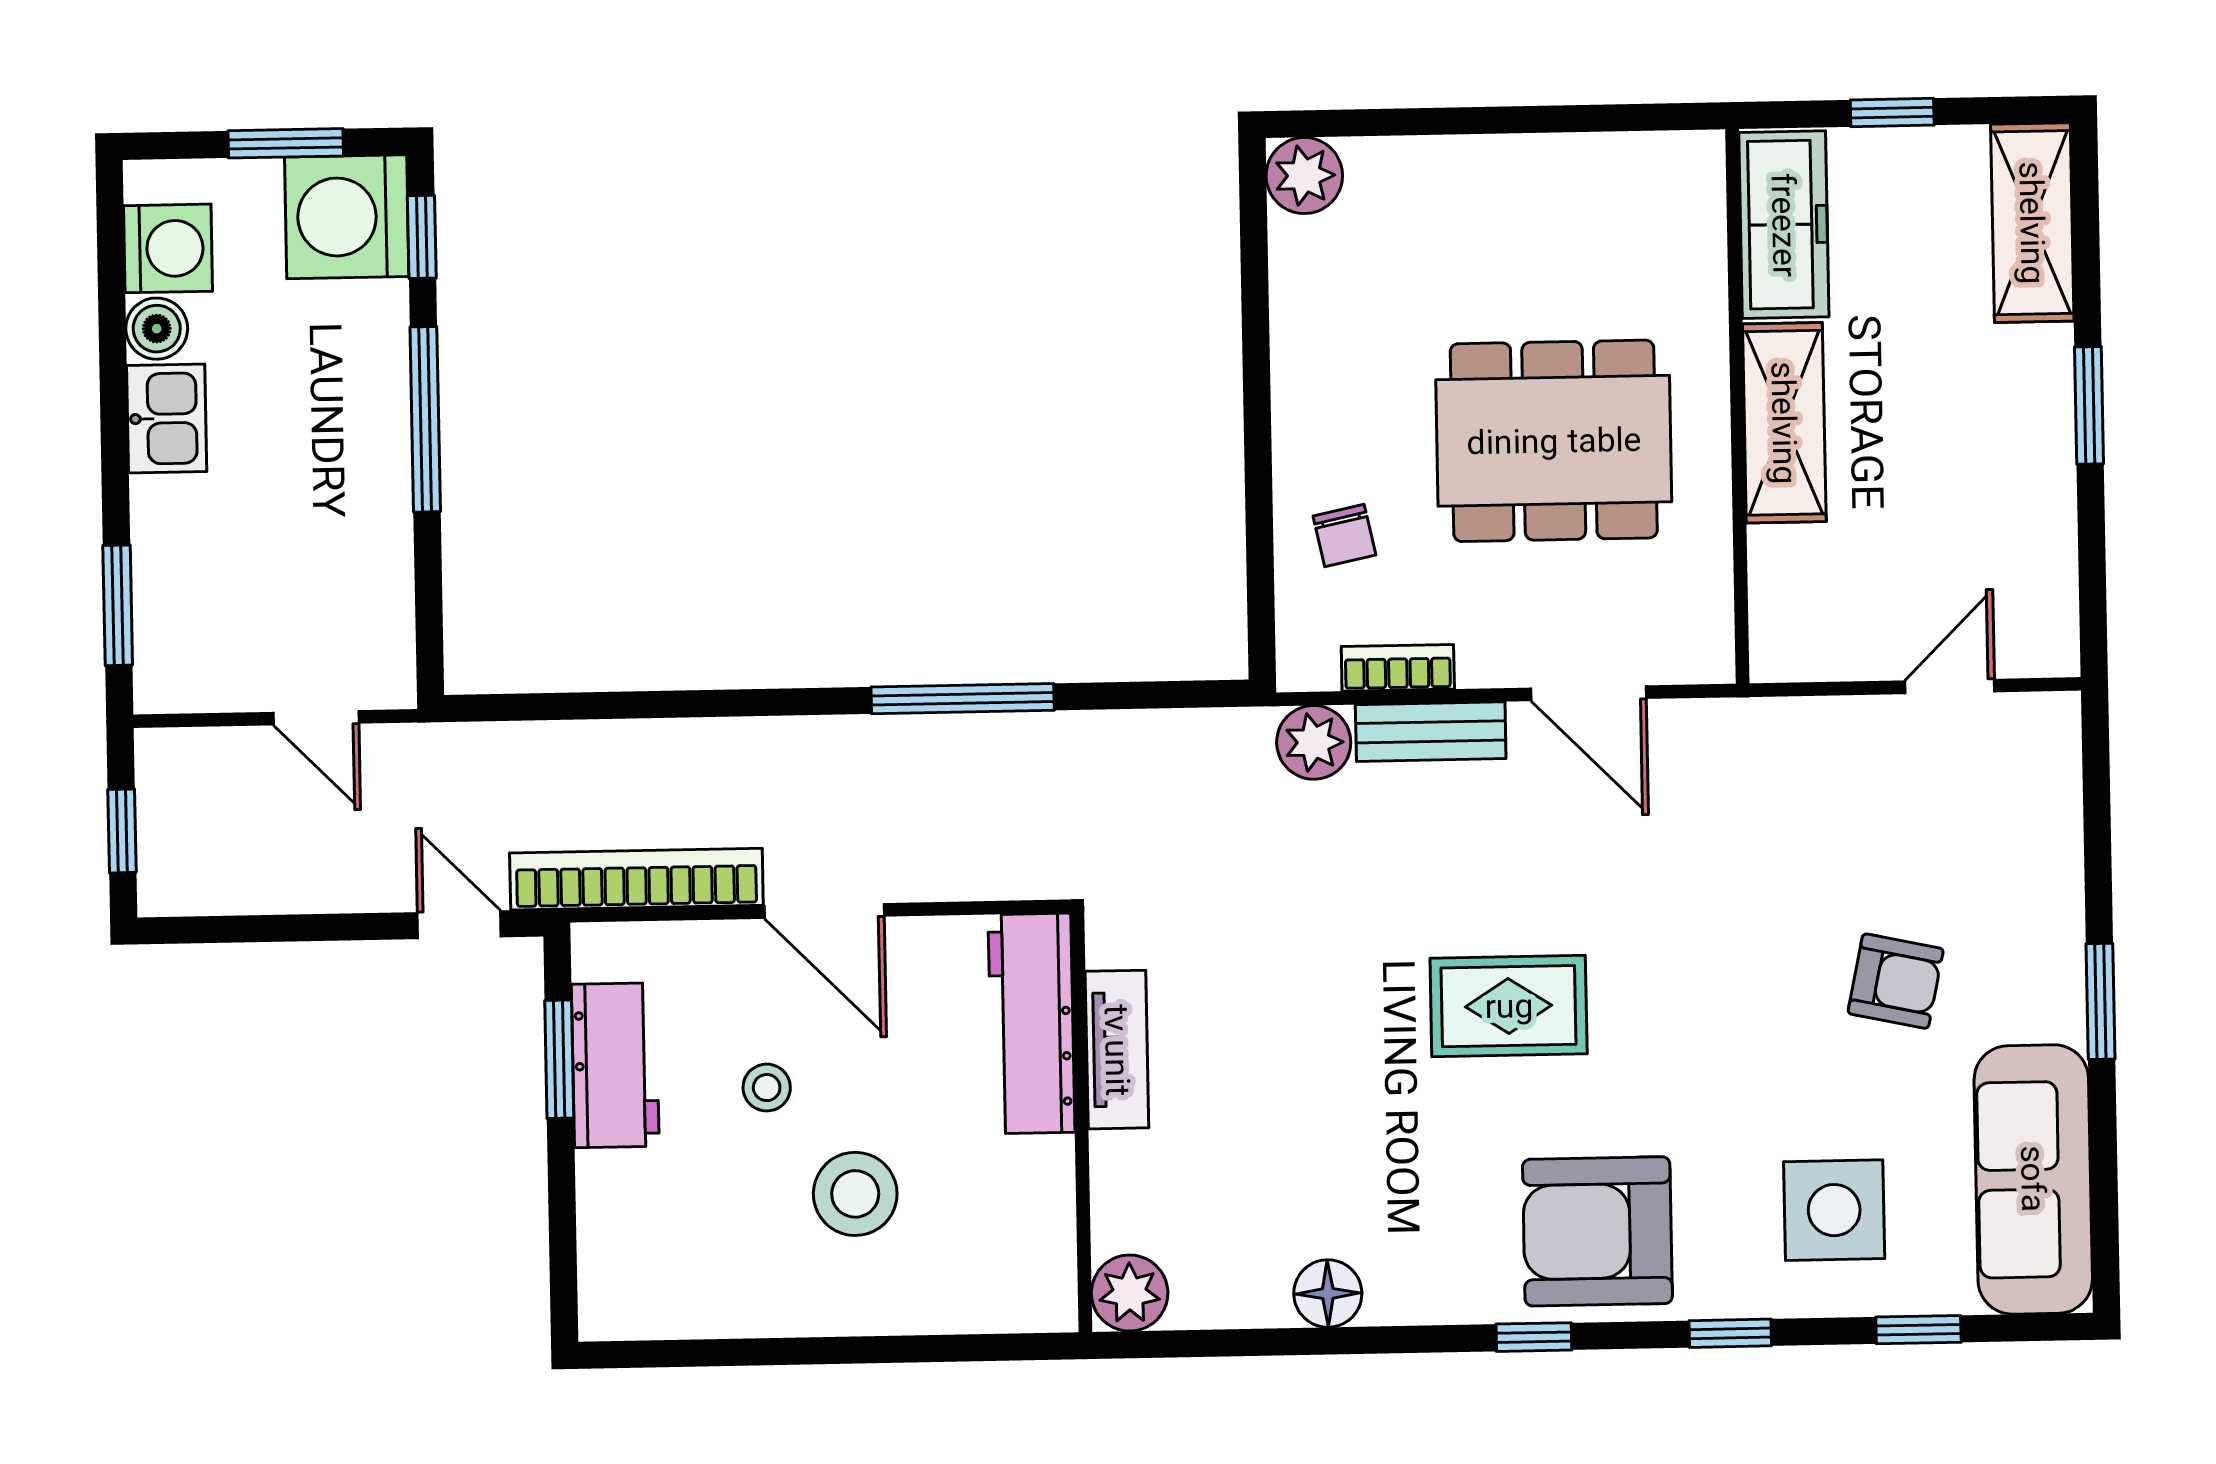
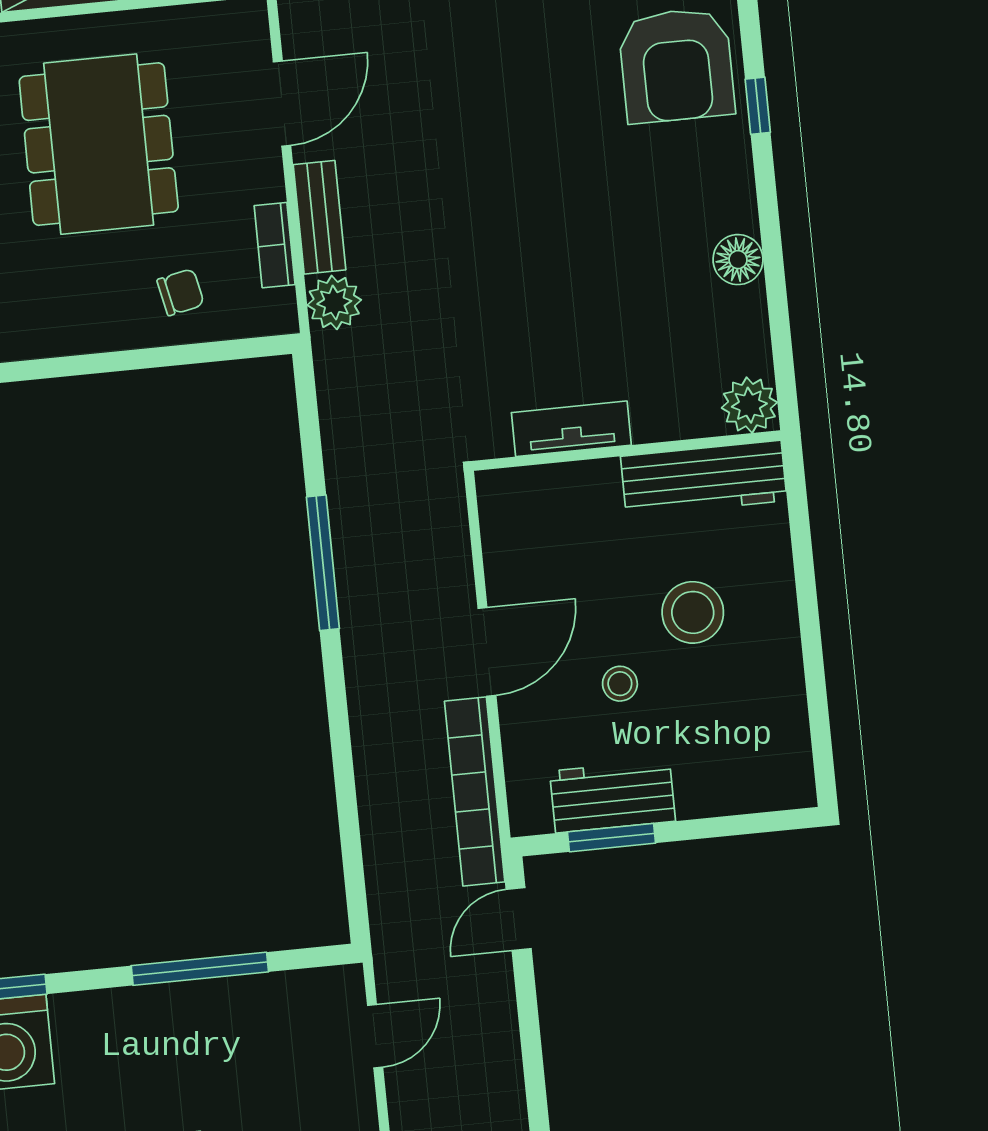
window: (425, 419) -> (200, 969), moved
rug: (1509, 1006) -> (516, 144), removed
workbench: (1031, 1023) -> (704, 478), moved

